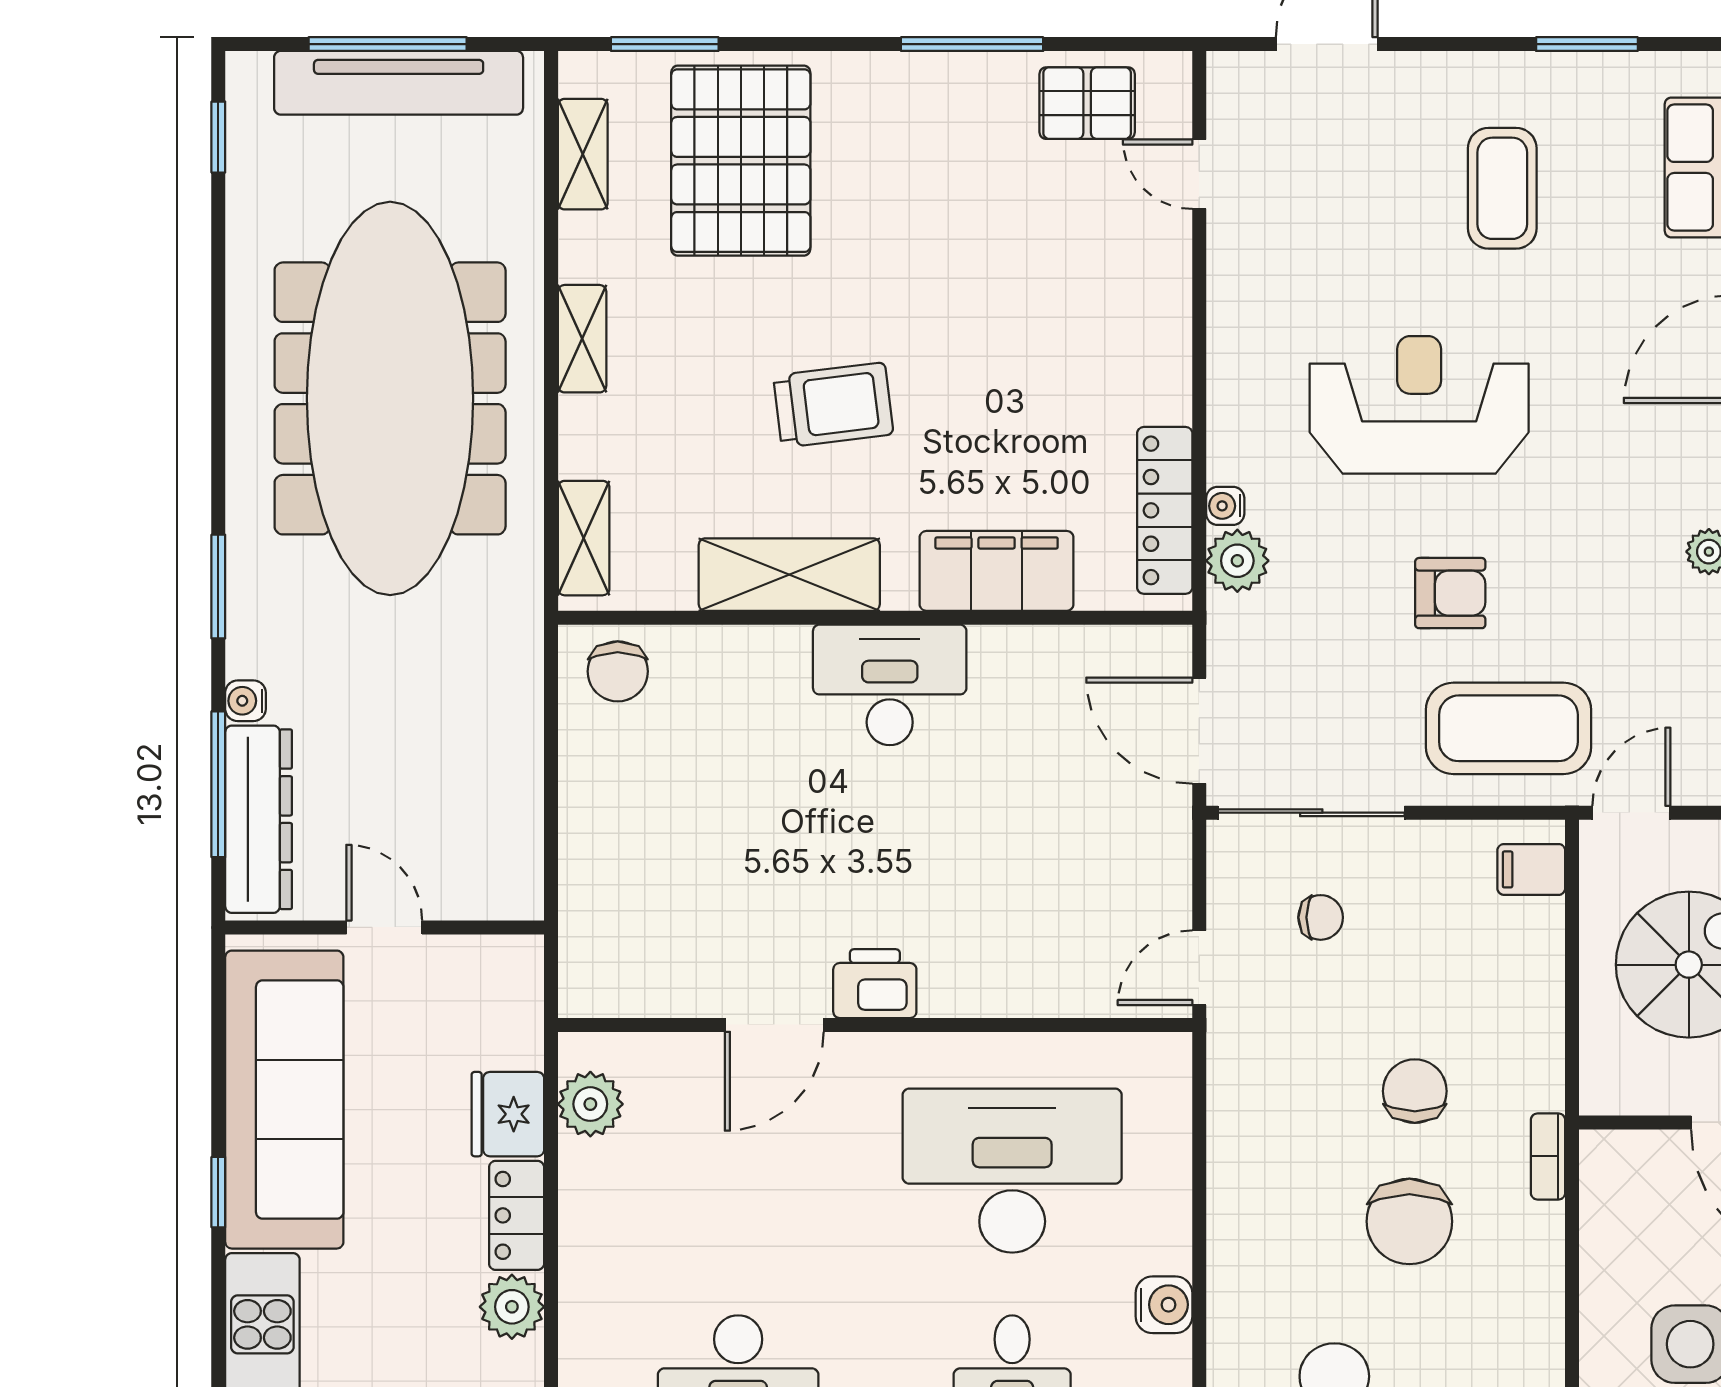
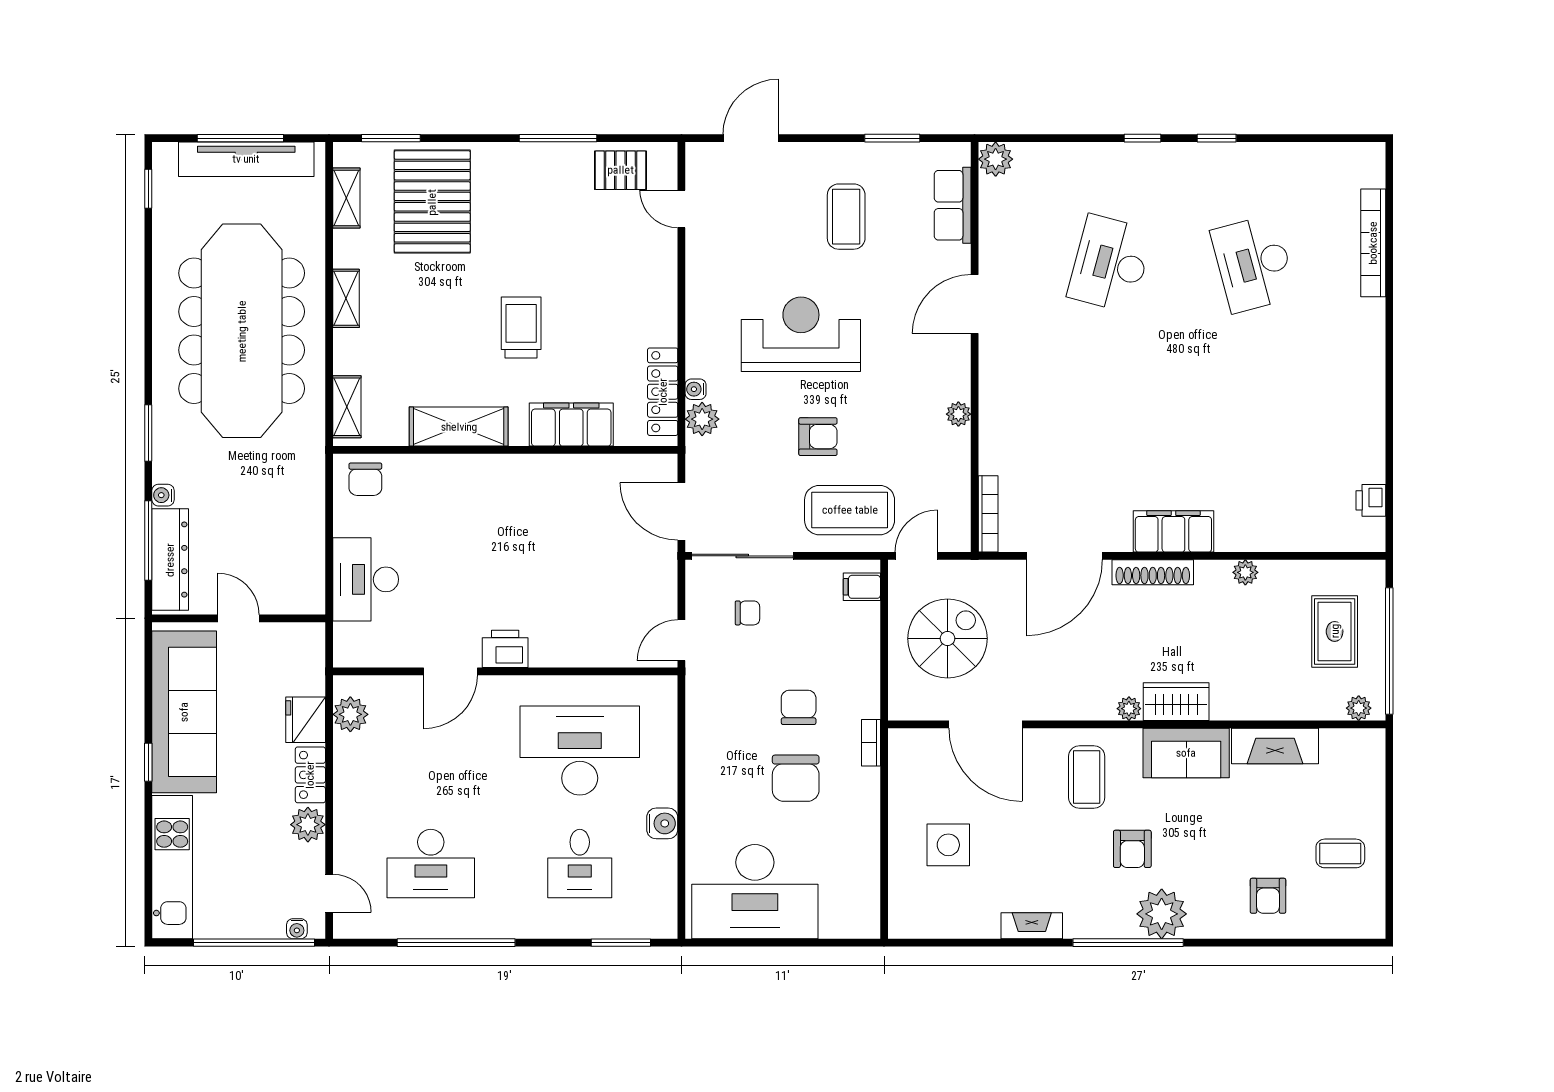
trolley: (833, 405) -> (521, 328), moved, turned -83
desk: (890, 685) -> (366, 579), moved, turned -90

